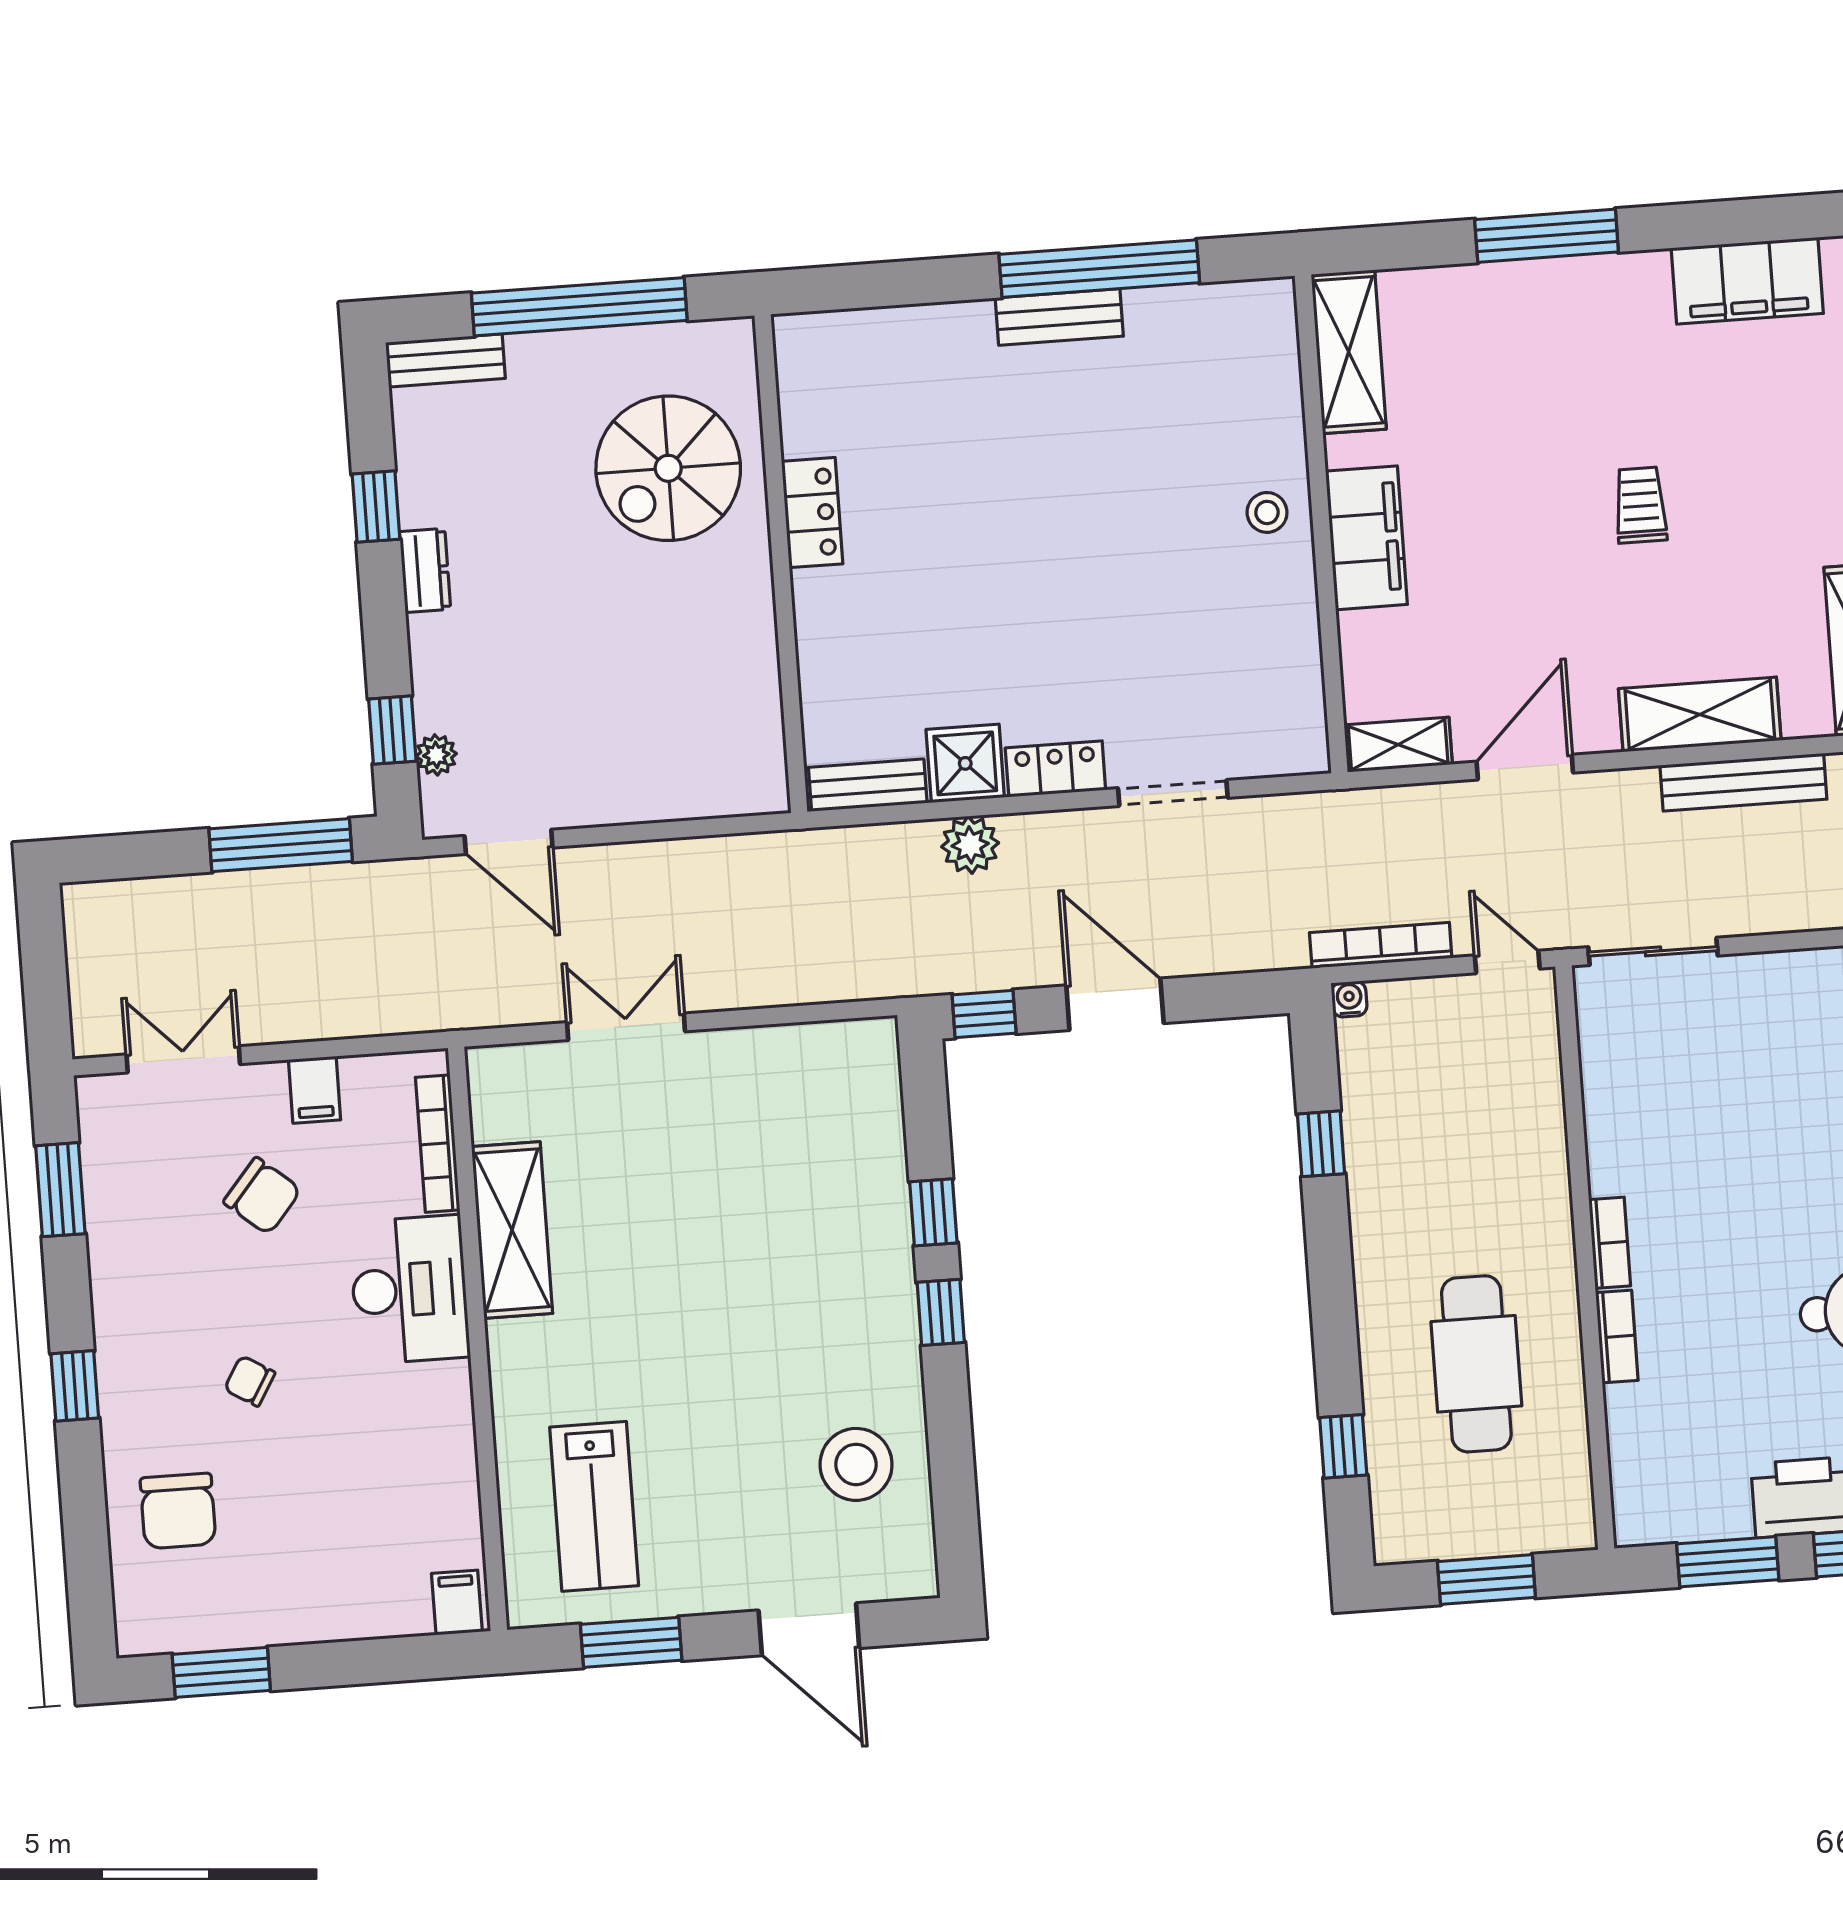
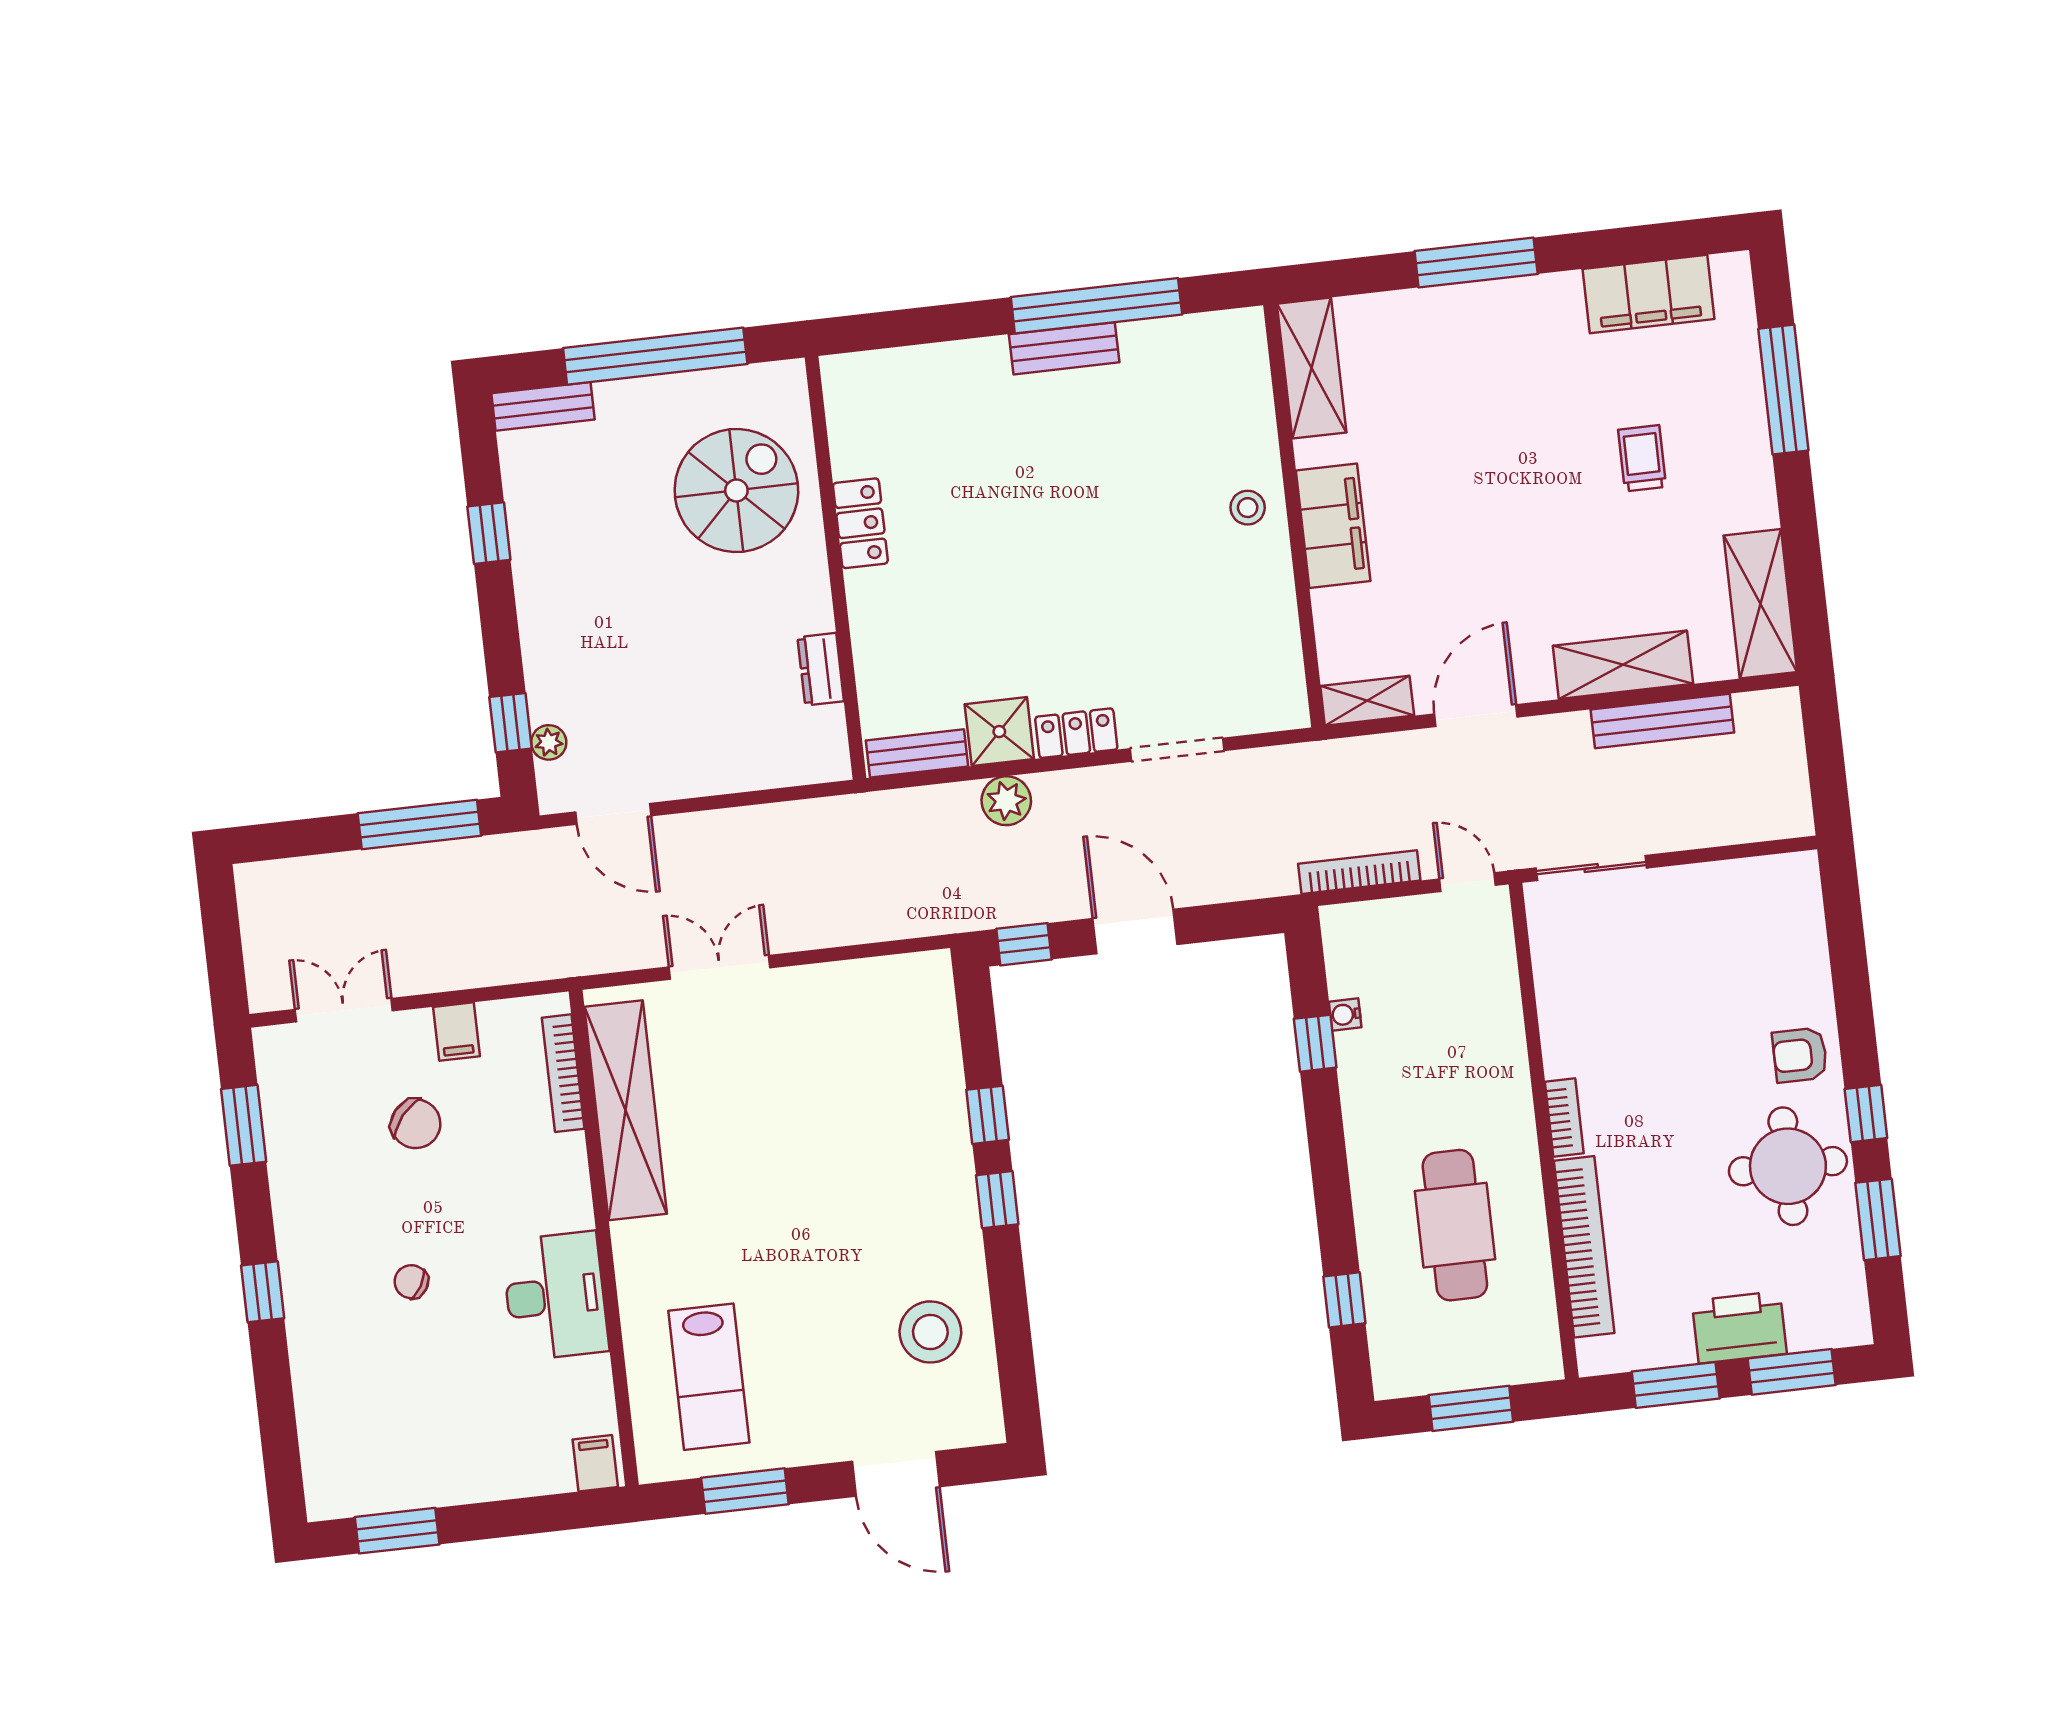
spiral stairs: (668, 468) -> (736, 490), turned 180
trolley: (1640, 505) -> (1642, 458), moved
dresser: (425, 570) -> (821, 669), moved, turned 180
water cooler: (1349, 999) -> (1345, 1015), moved, turned -90
shelving: (512, 1230) -> (626, 1110), width x1.47
desk: (409, 1290) -> (555, 1296), moved
bookcase: (1617, 1336) -> (1584, 1247), width x2.31, depth x1.31
chair: (178, 1511) -> (355, 1395), removed

